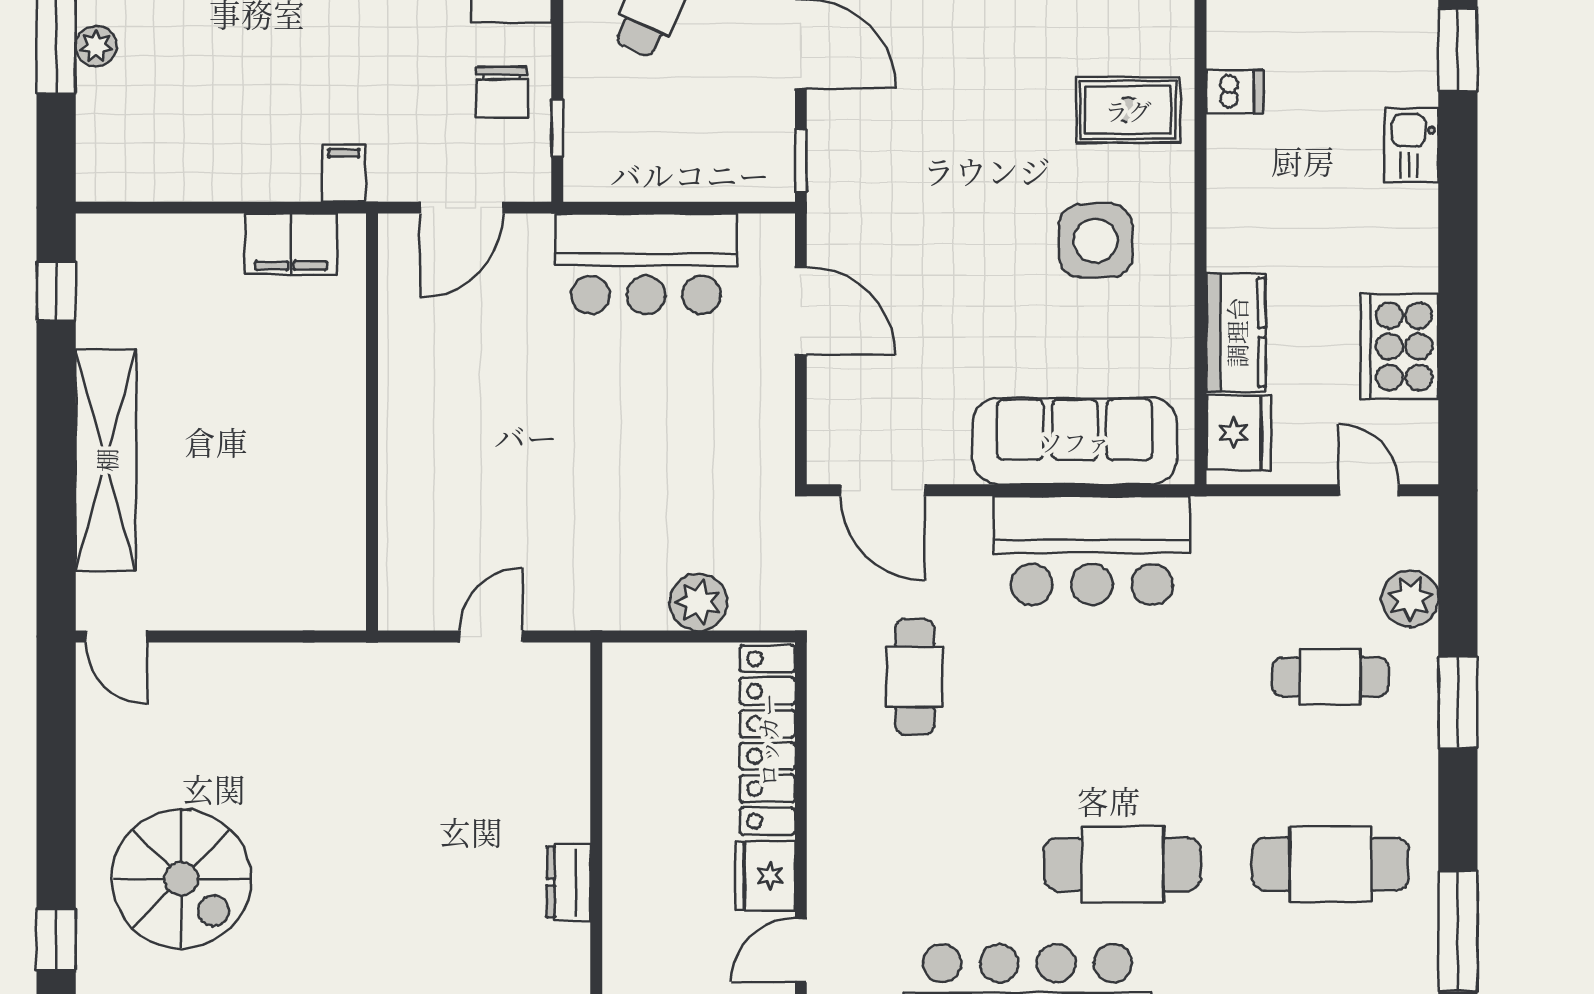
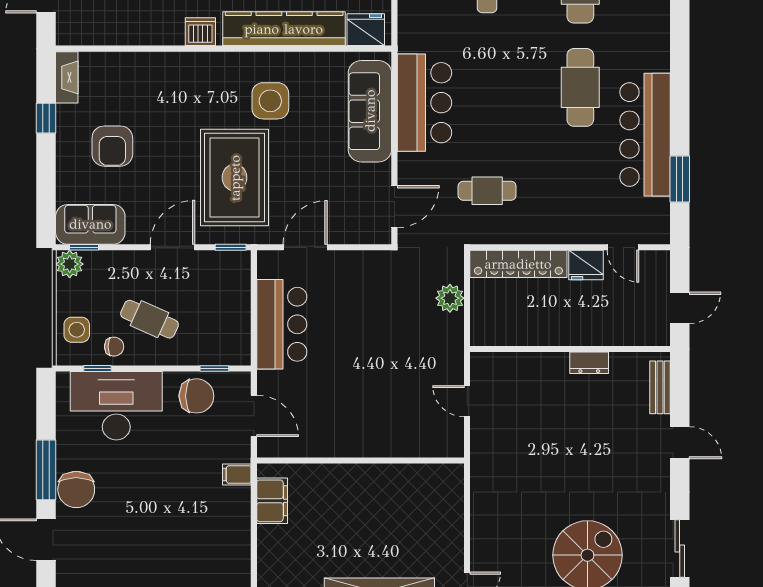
chair: (502, 92) -> (196, 396), width x1.37, depth x1.37
dishwasher: (1235, 92) -> (200, 32), width x1.38
rug: (1128, 110) -> (235, 178), moved, width x1.86, depth x2.06
kitchen counter: (1236, 332) -> (284, 29), width x2.08, depth x1.17

